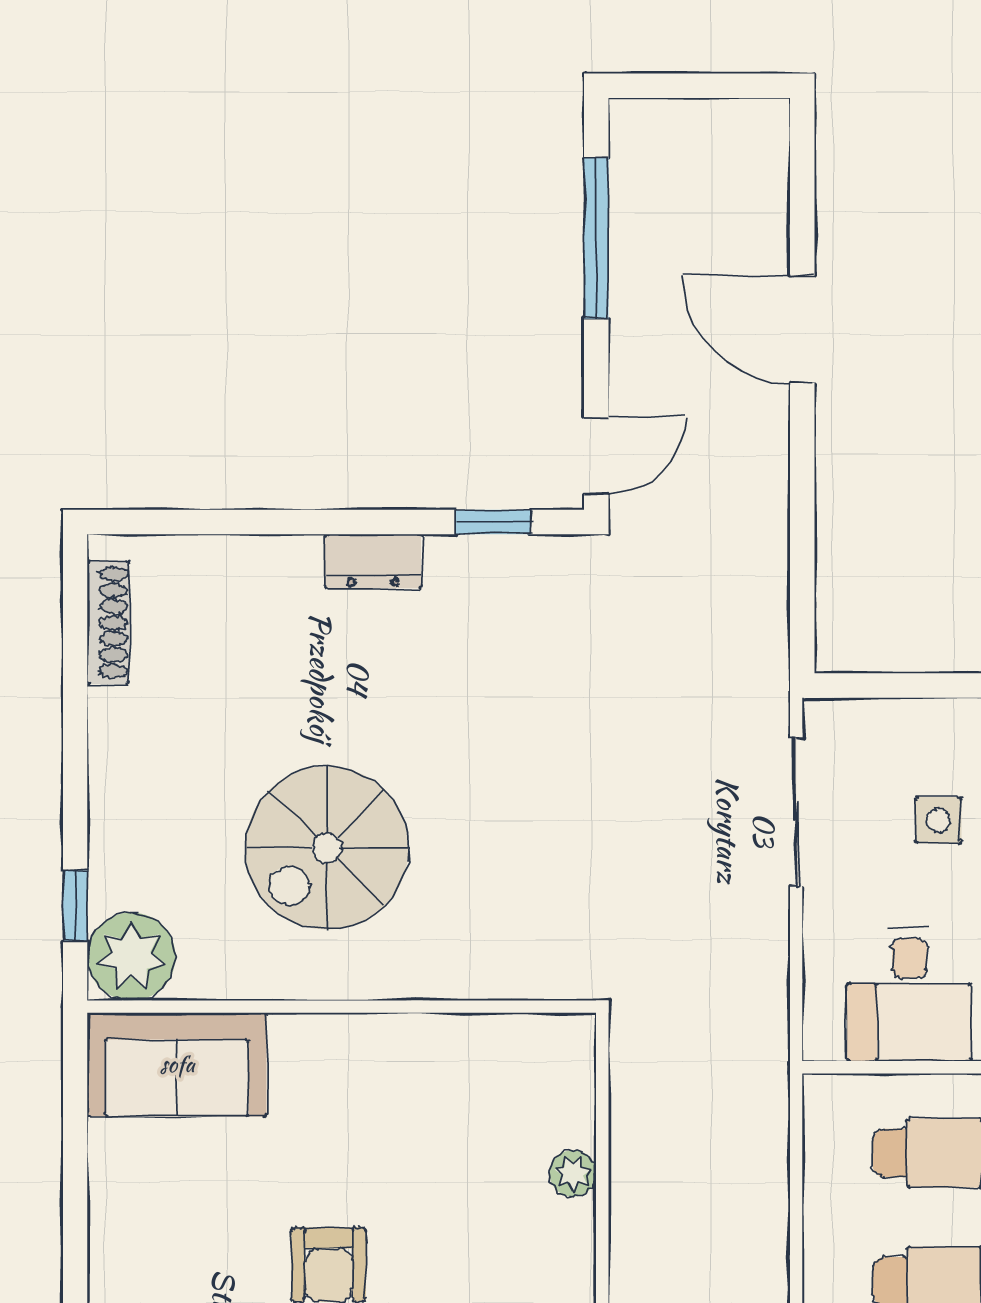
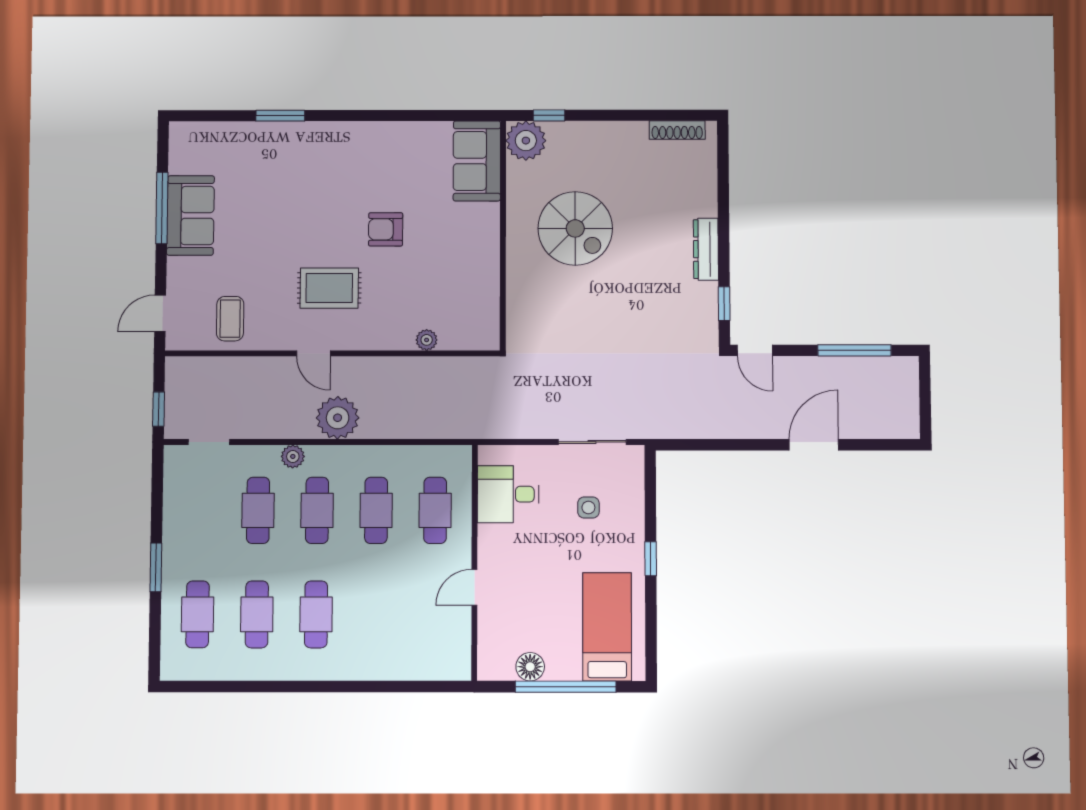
dresser: (373, 561) -> (706, 249), width x1.44
spiral stairs: (327, 848) -> (575, 228), turned 180

